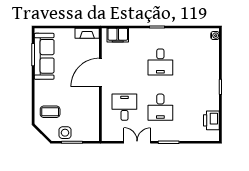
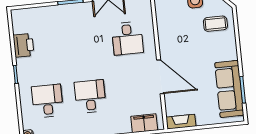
door: (100, 72) -> (160, 77), hinge flipped
desk: (160, 107) -> (47, 101), moved
printer: (211, 120) -> (23, 45), moved

